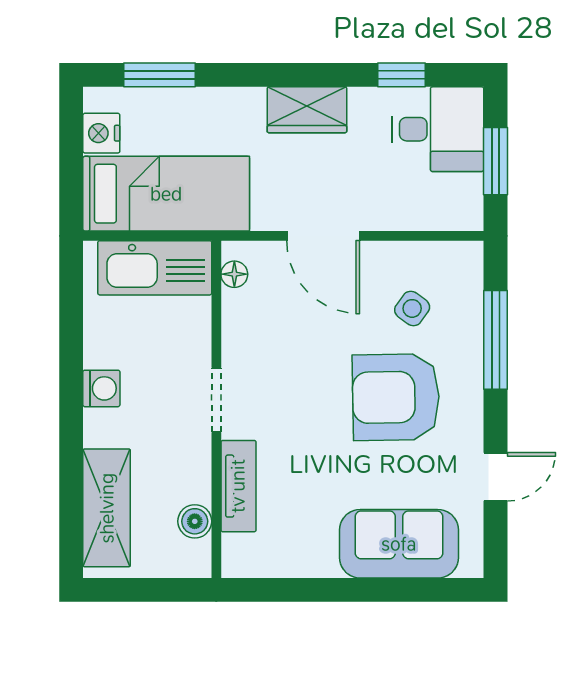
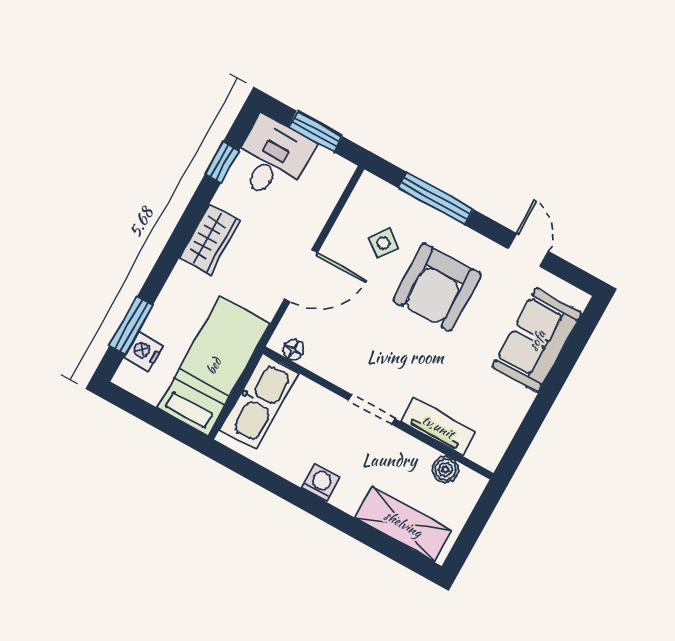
nightstand: (101, 133) -> (144, 351), moved, turned 90

